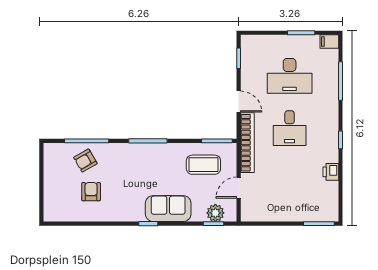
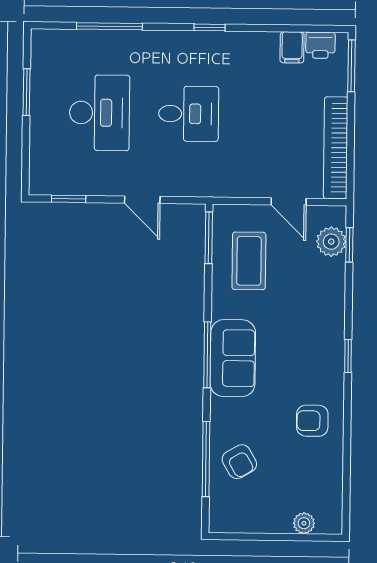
filing cabinet: (329, 42) -> (292, 47), moved
door: (239, 102) -> (142, 200), swing flipped
bookcase: (247, 143) -> (336, 148), moved, turned -90
printer: (331, 172) -> (320, 45), moved
armchair: (91, 192) -> (312, 421), moved
plant: (50, 199) -> (304, 523), added
sofa: (168, 209) -> (233, 358), moved, turned 180

